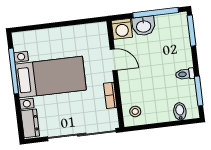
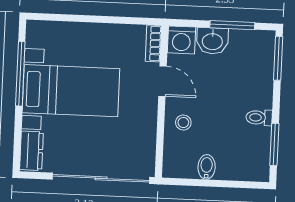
window: (156, 13) -> (232, 25), width x0.69
bookcase: (110, 95) -> (153, 43), moved
stool: (135, 111) -> (183, 123), moved
bidet: (180, 111) -> (207, 167), moved

